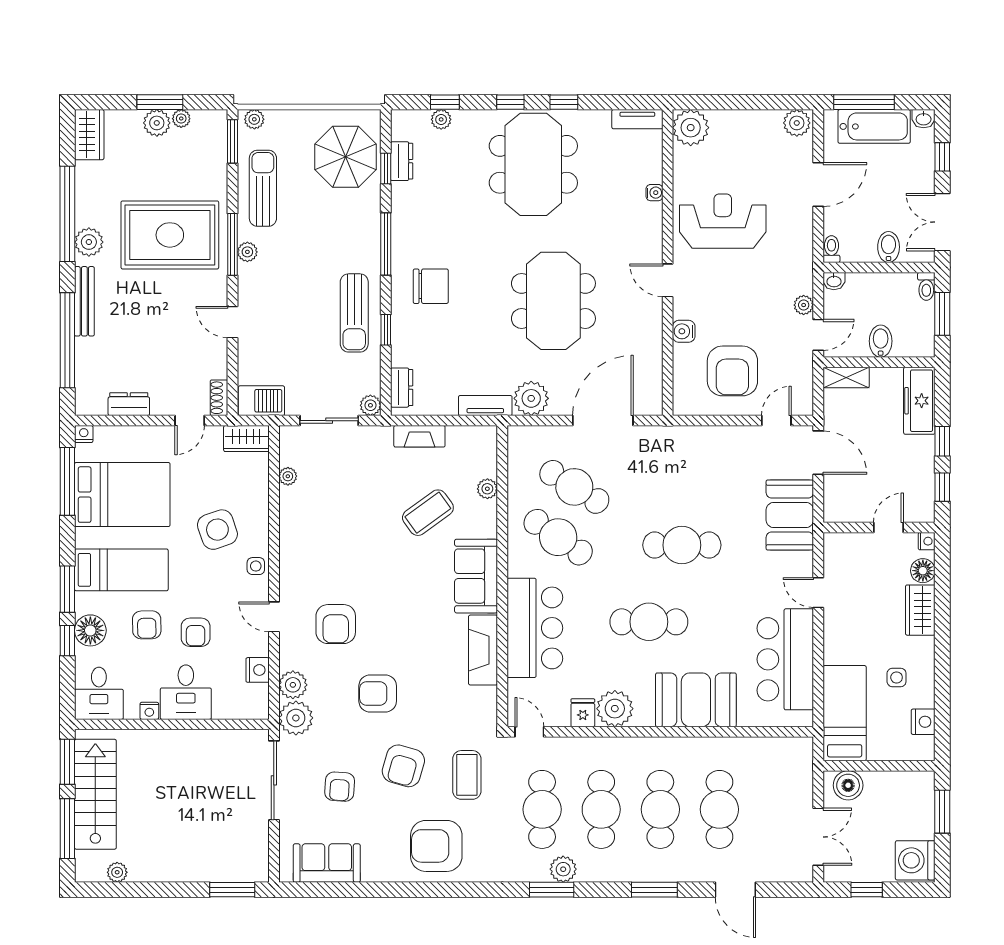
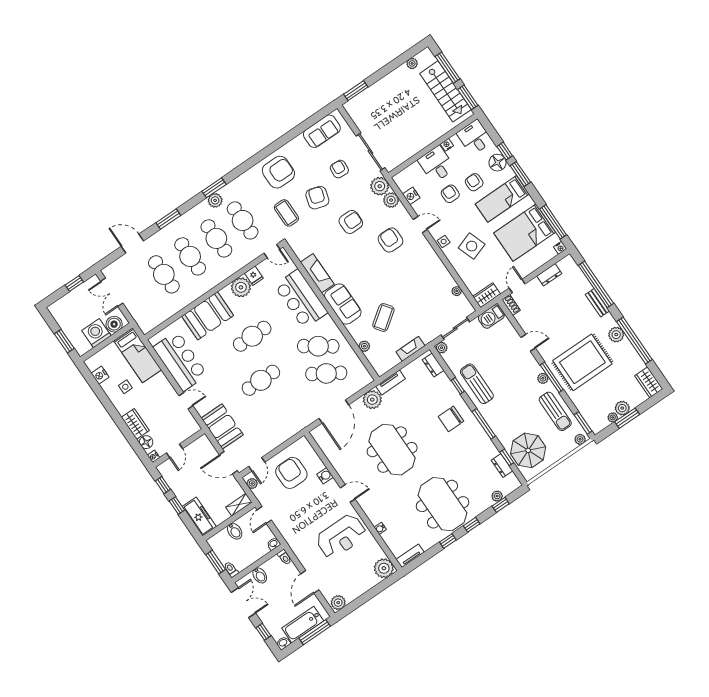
bench: (84, 301) -> (597, 303), width x0.73
plant: (804, 305) -> (252, 483), moved
washing machine: (915, 860) -> (96, 333), moved, turned -90

